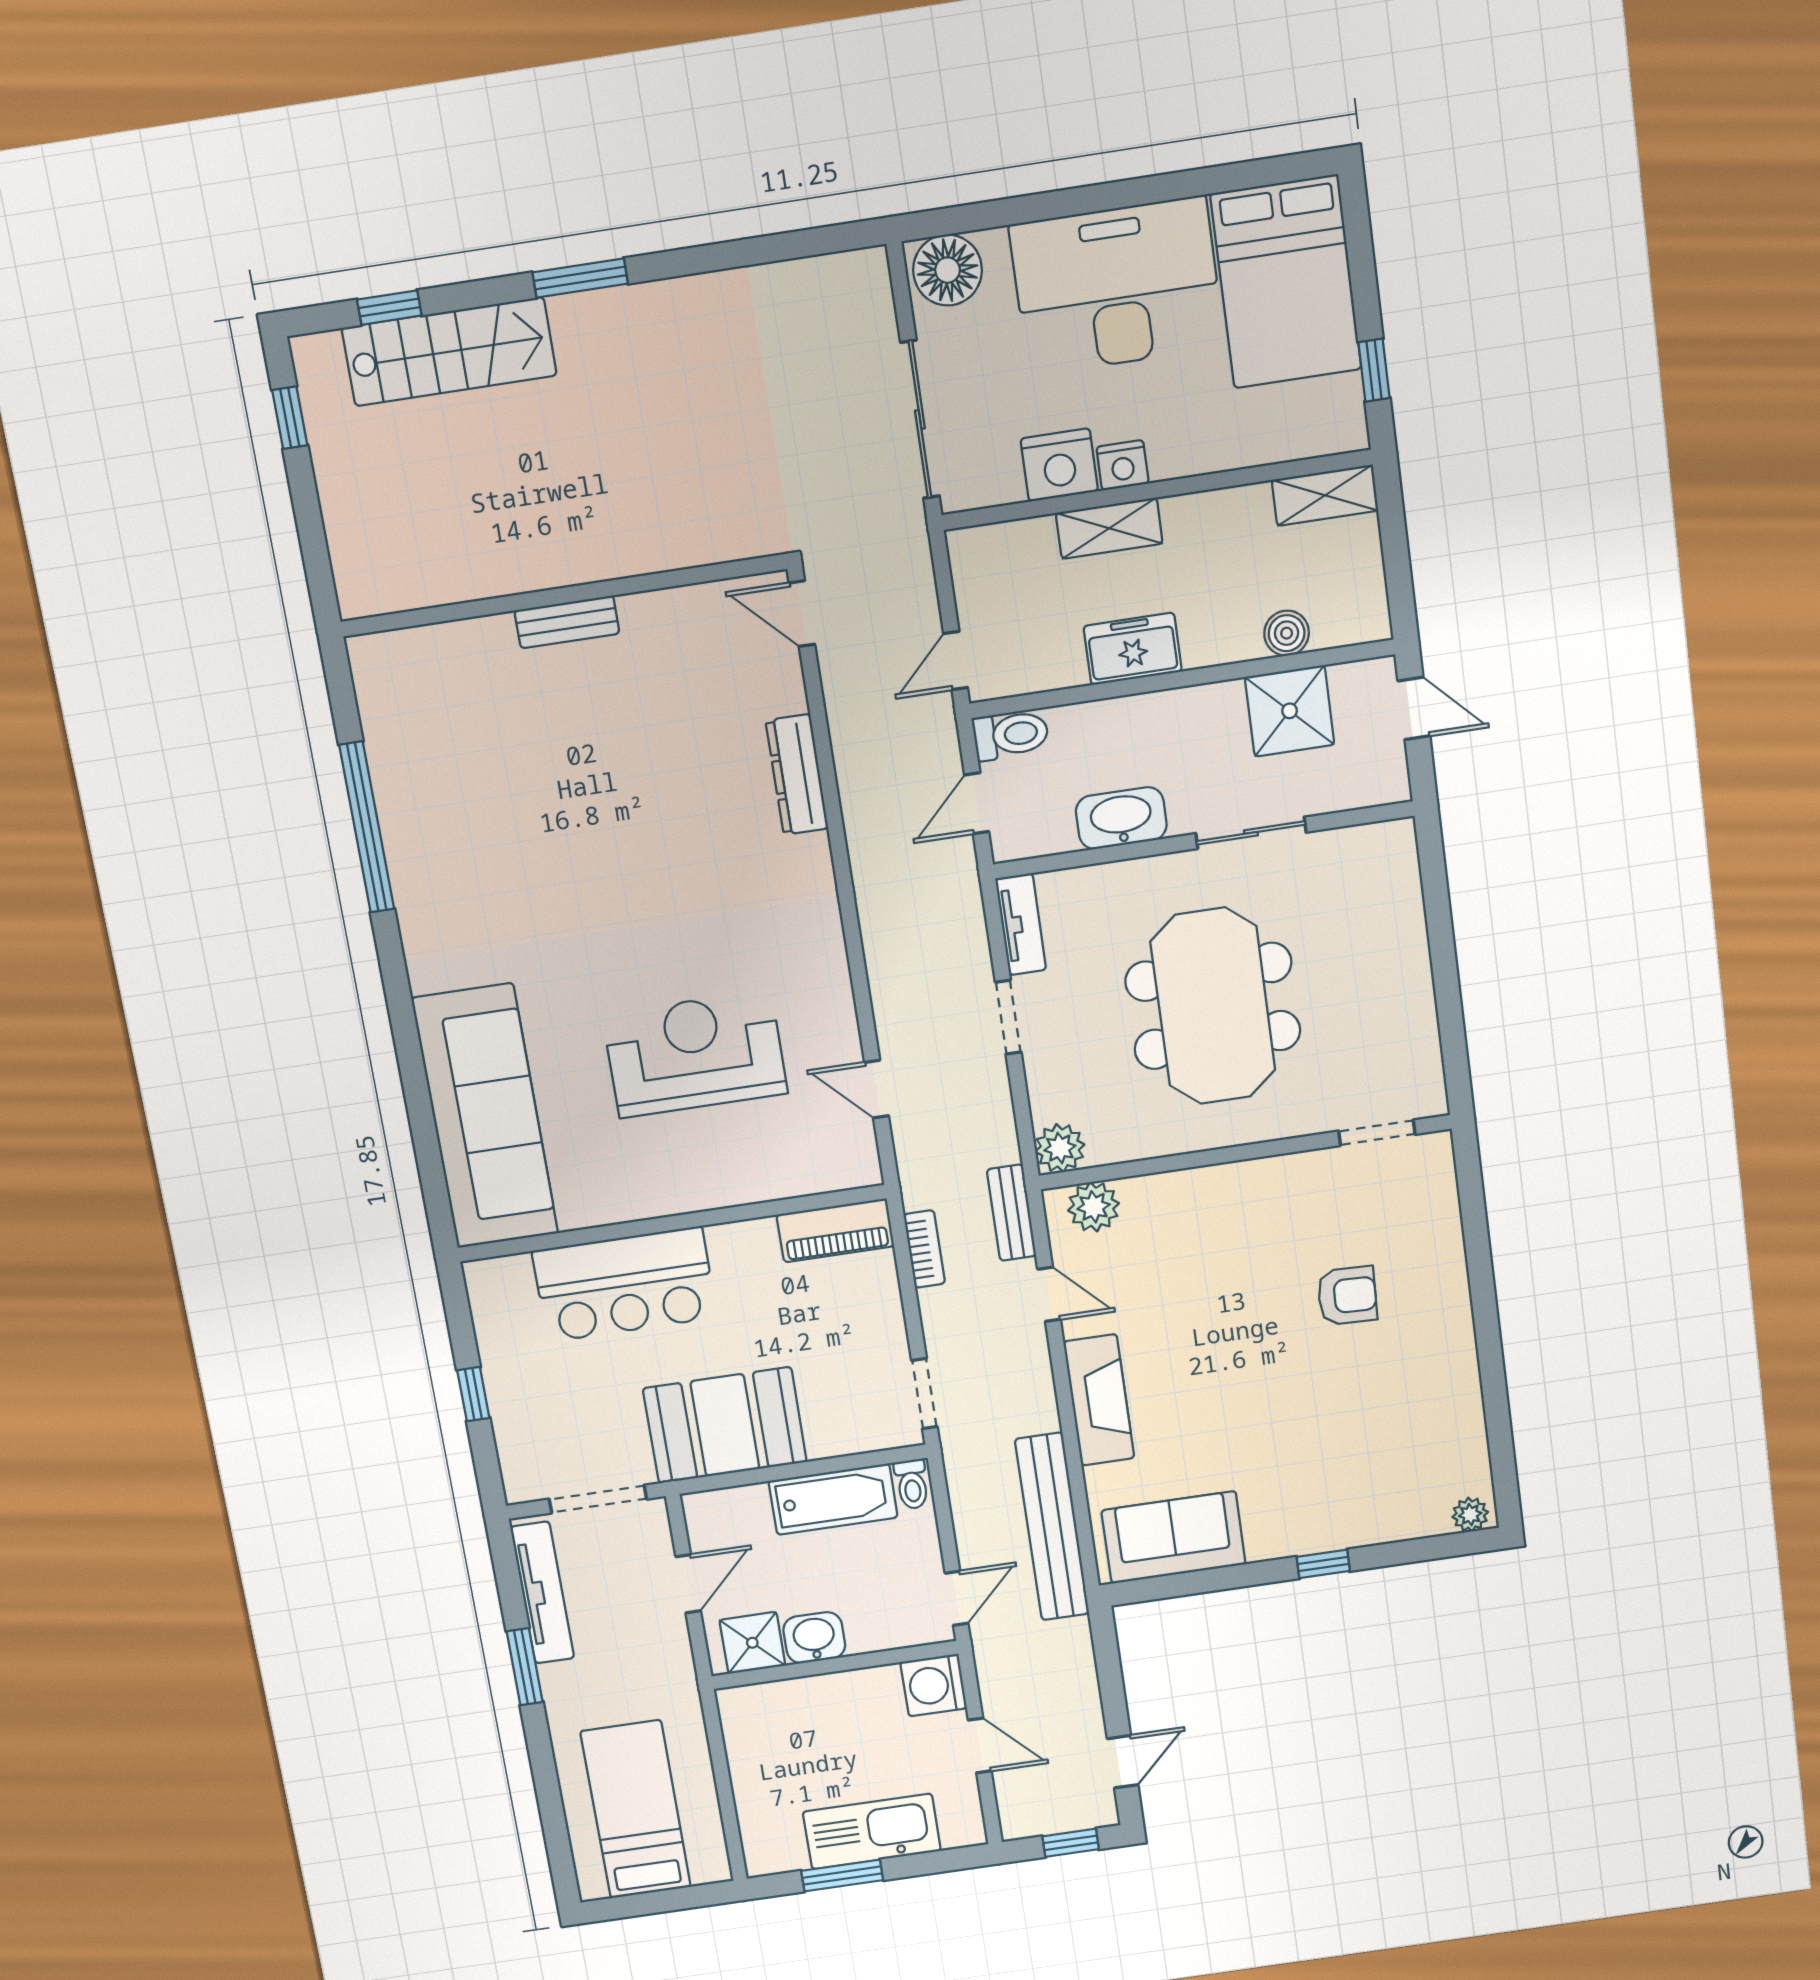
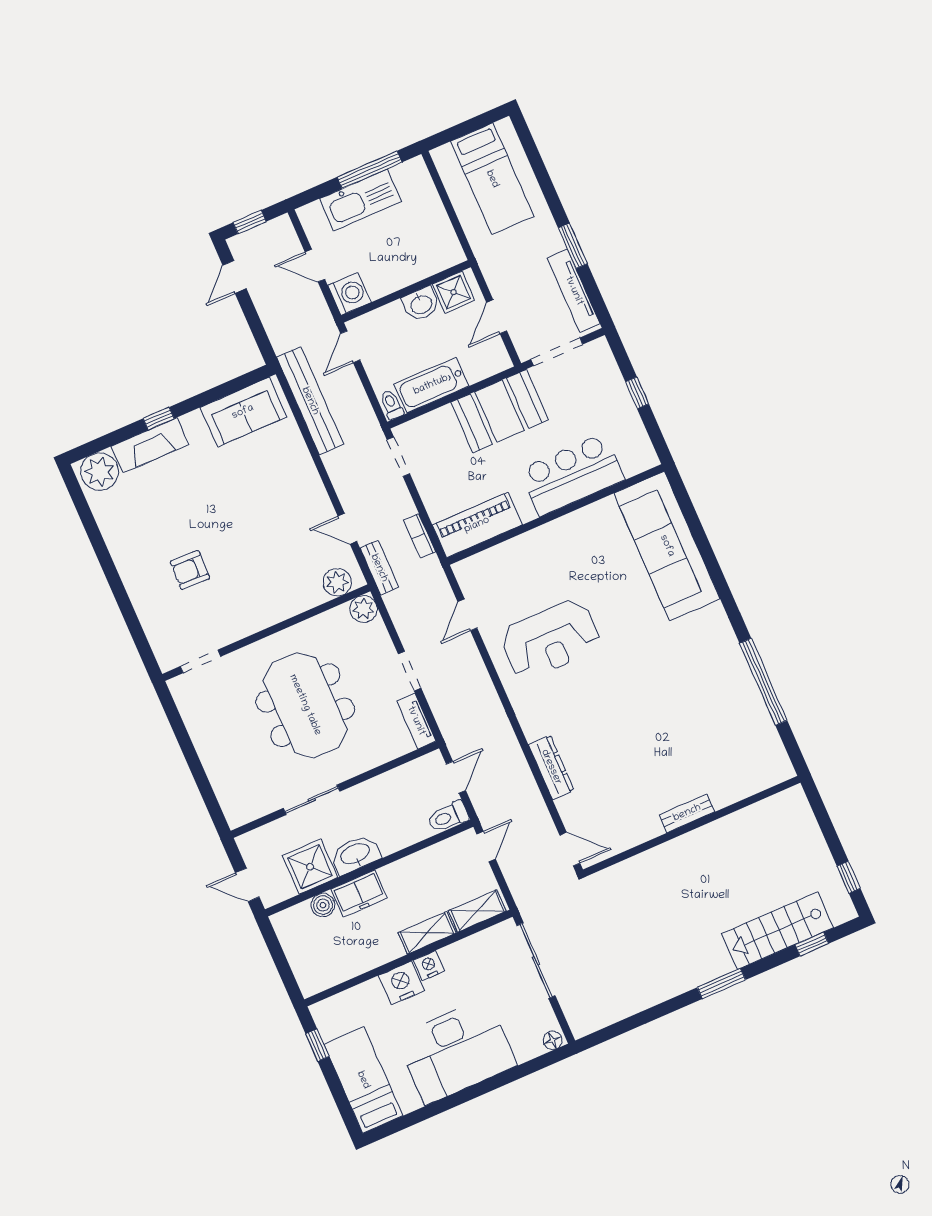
floor lamp: (948, 270) -> (553, 1040), width x0.53, depth x0.53
bed: (1286, 282) -> (363, 1080), width x0.67
nightstand: (1059, 465) -> (401, 983), moved
shelving: (1325, 495) -> (477, 911), moved
freezer: (1133, 649) -> (359, 894), moved
washbasin: (1121, 818) -> (355, 854), moved, turned 180
reception desk: (695, 1054) -> (551, 639), moved
door: (877, 1089) -> (467, 615), swing flipped
piano: (835, 1230) -> (477, 525), width x1.37, depth x1.33
fireplace: (1099, 1400) -> (150, 445), moved, turned -90
plant: (1470, 1515) -> (100, 472), width x1.88, depth x1.88
window: (842, 1876) -> (370, 170), width x1.44

